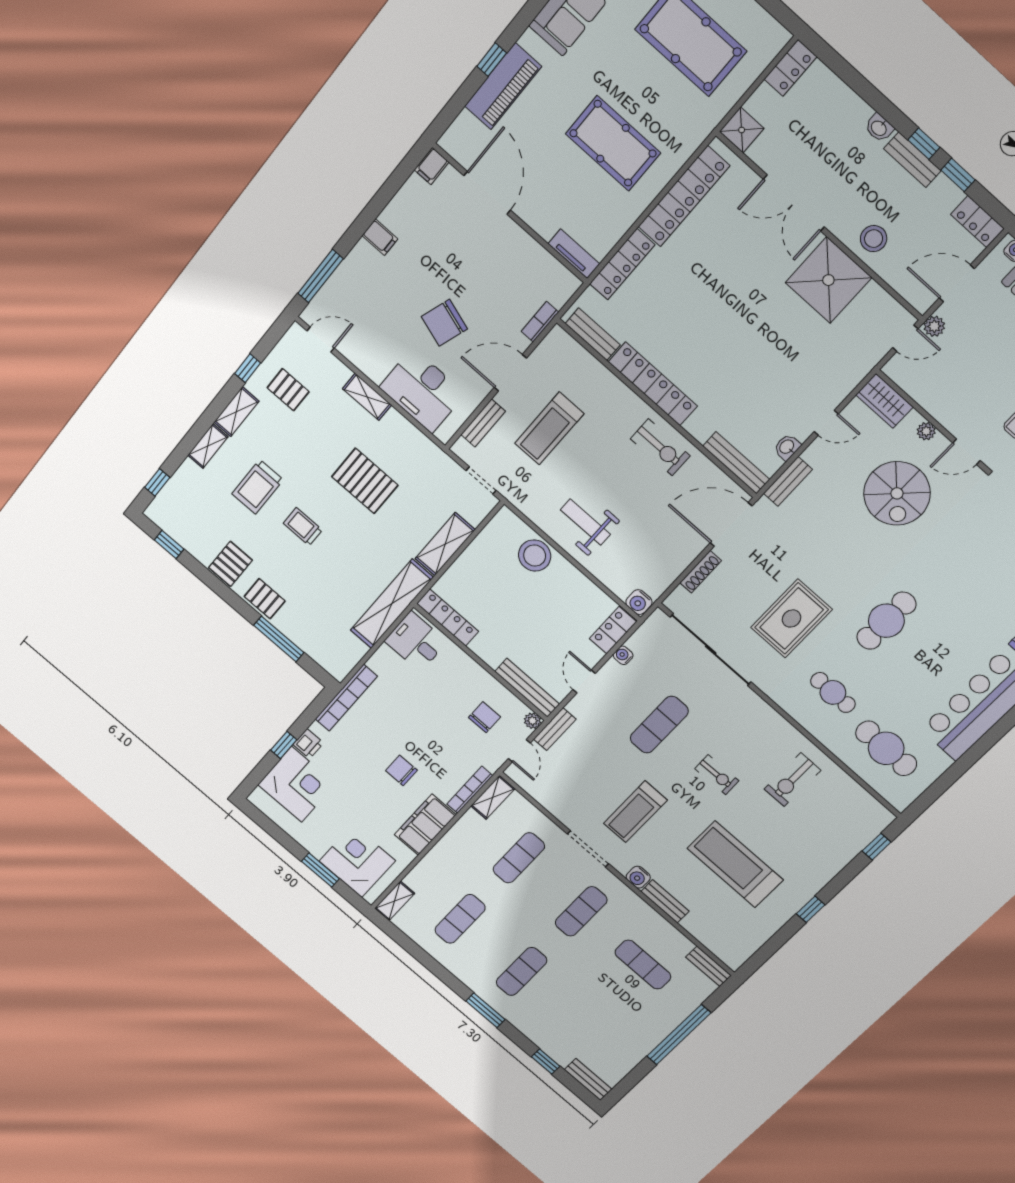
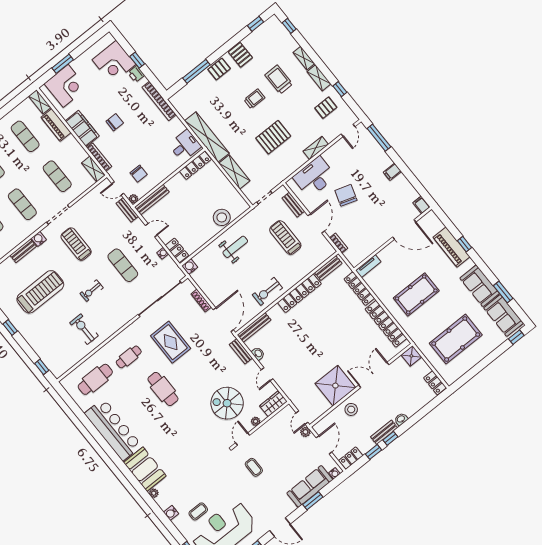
piano: (429, 869) -> (56, 125), added

